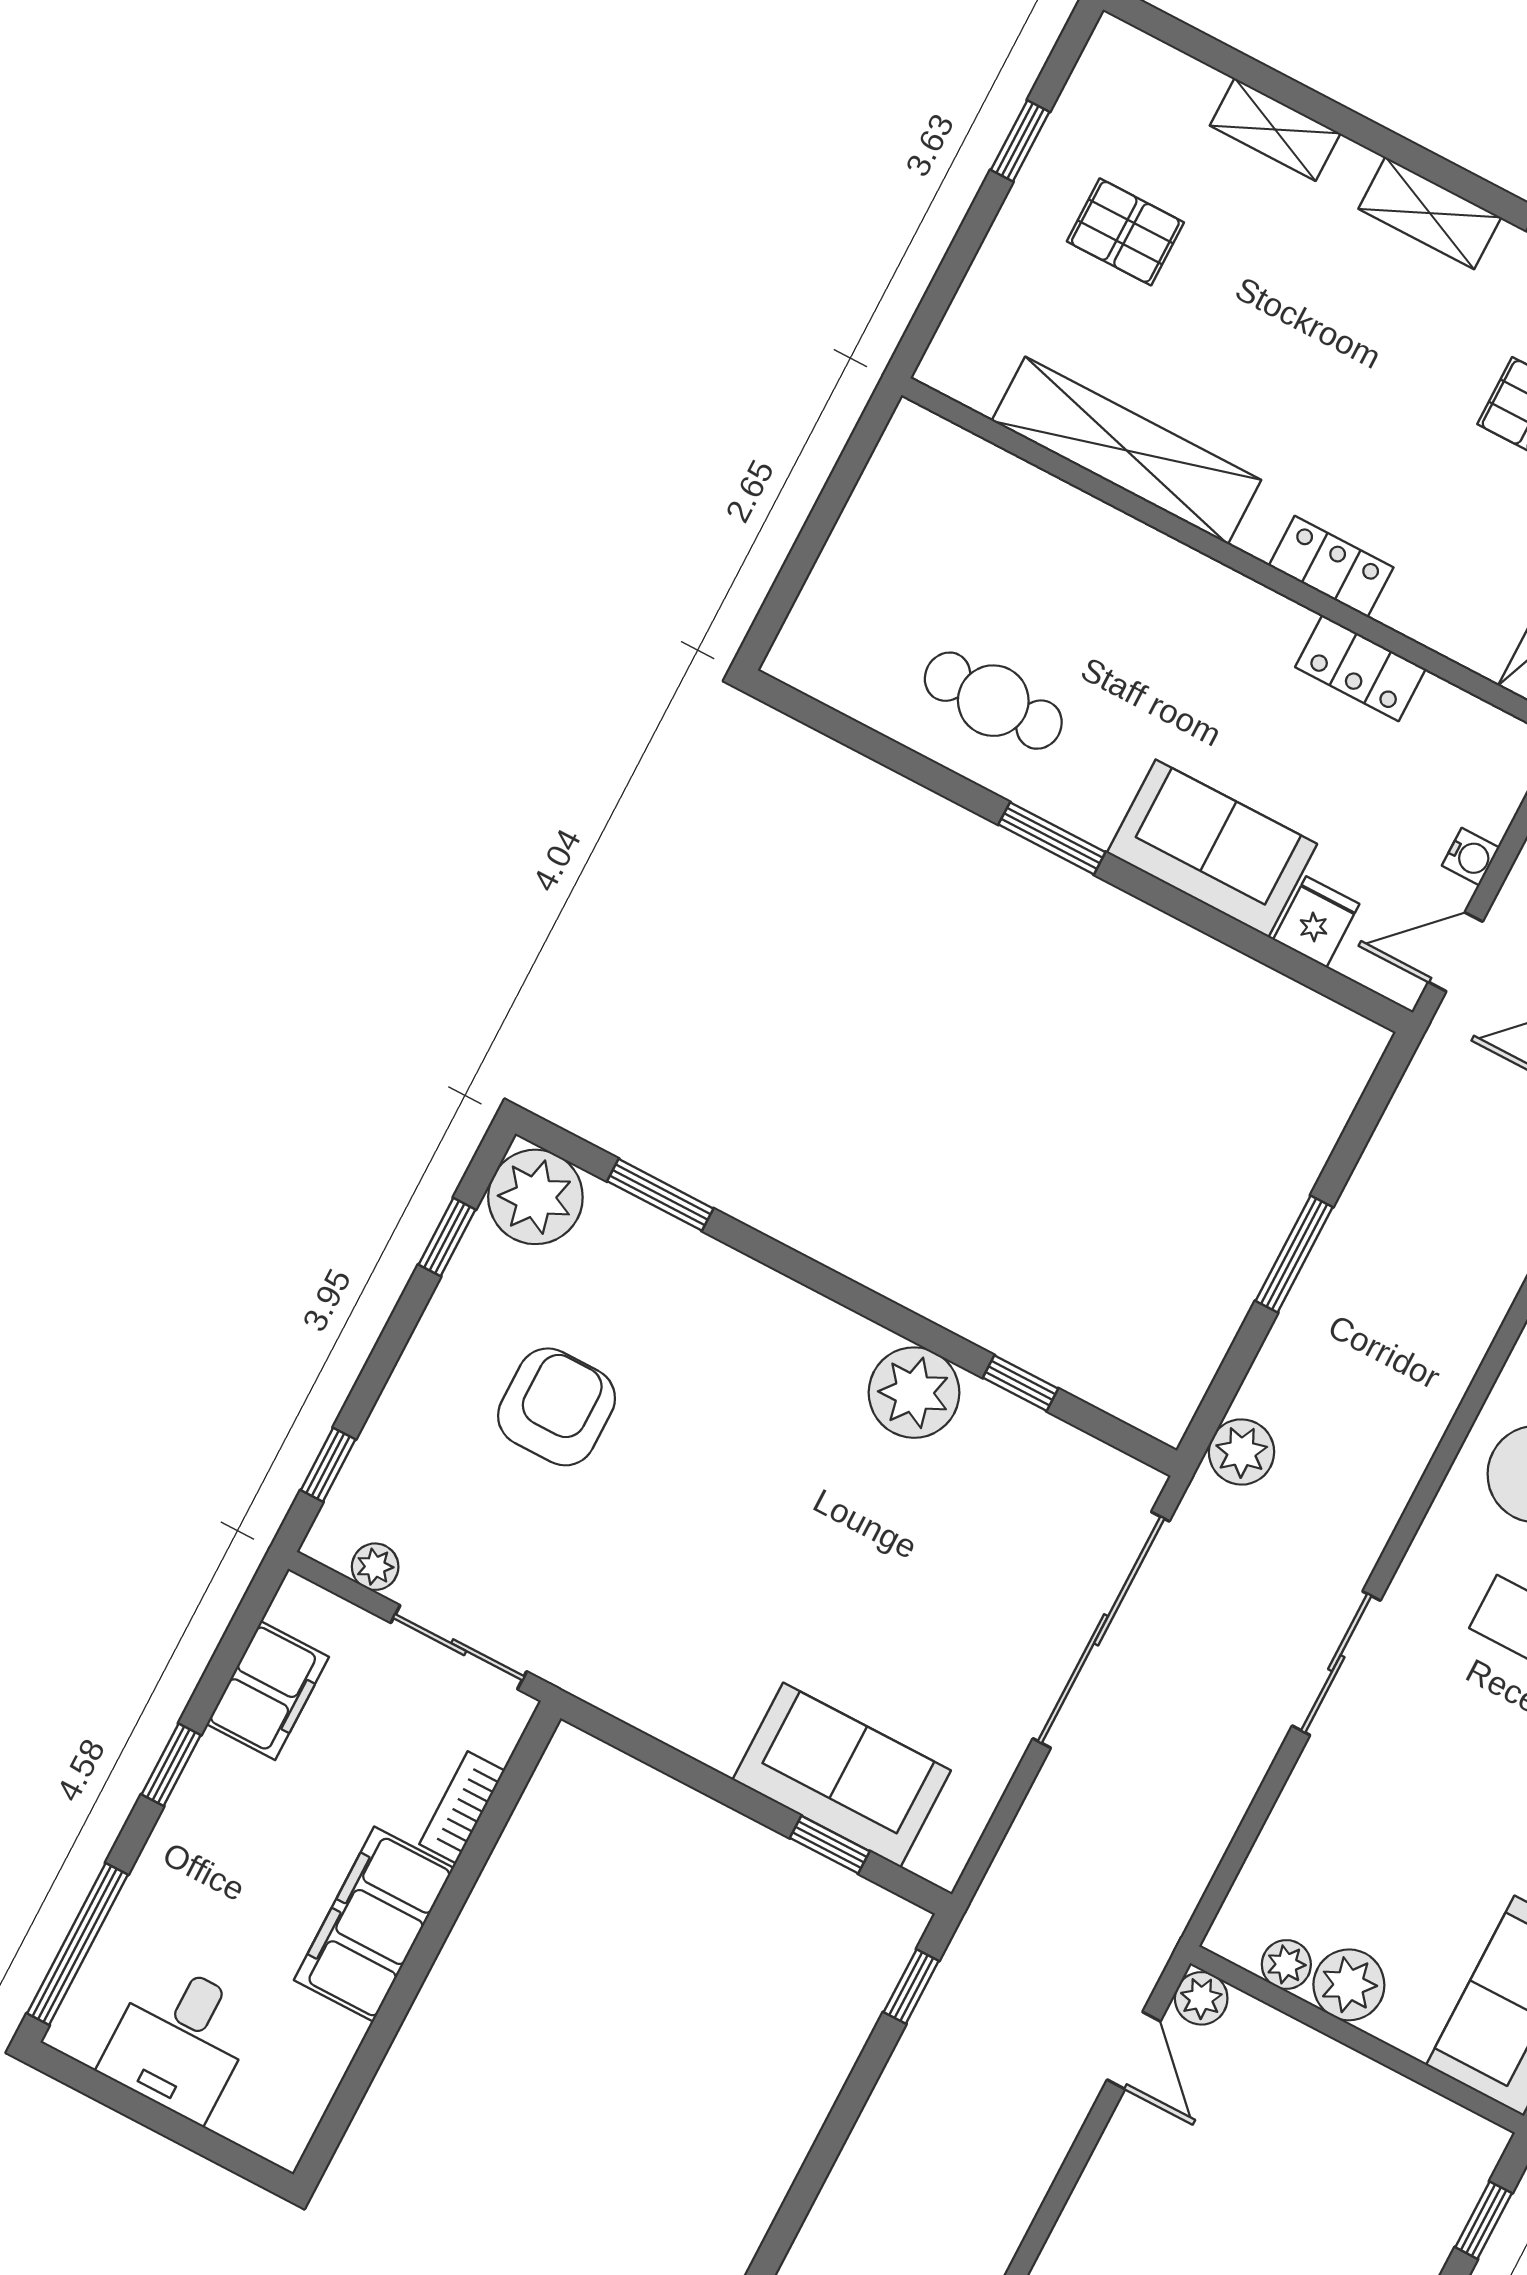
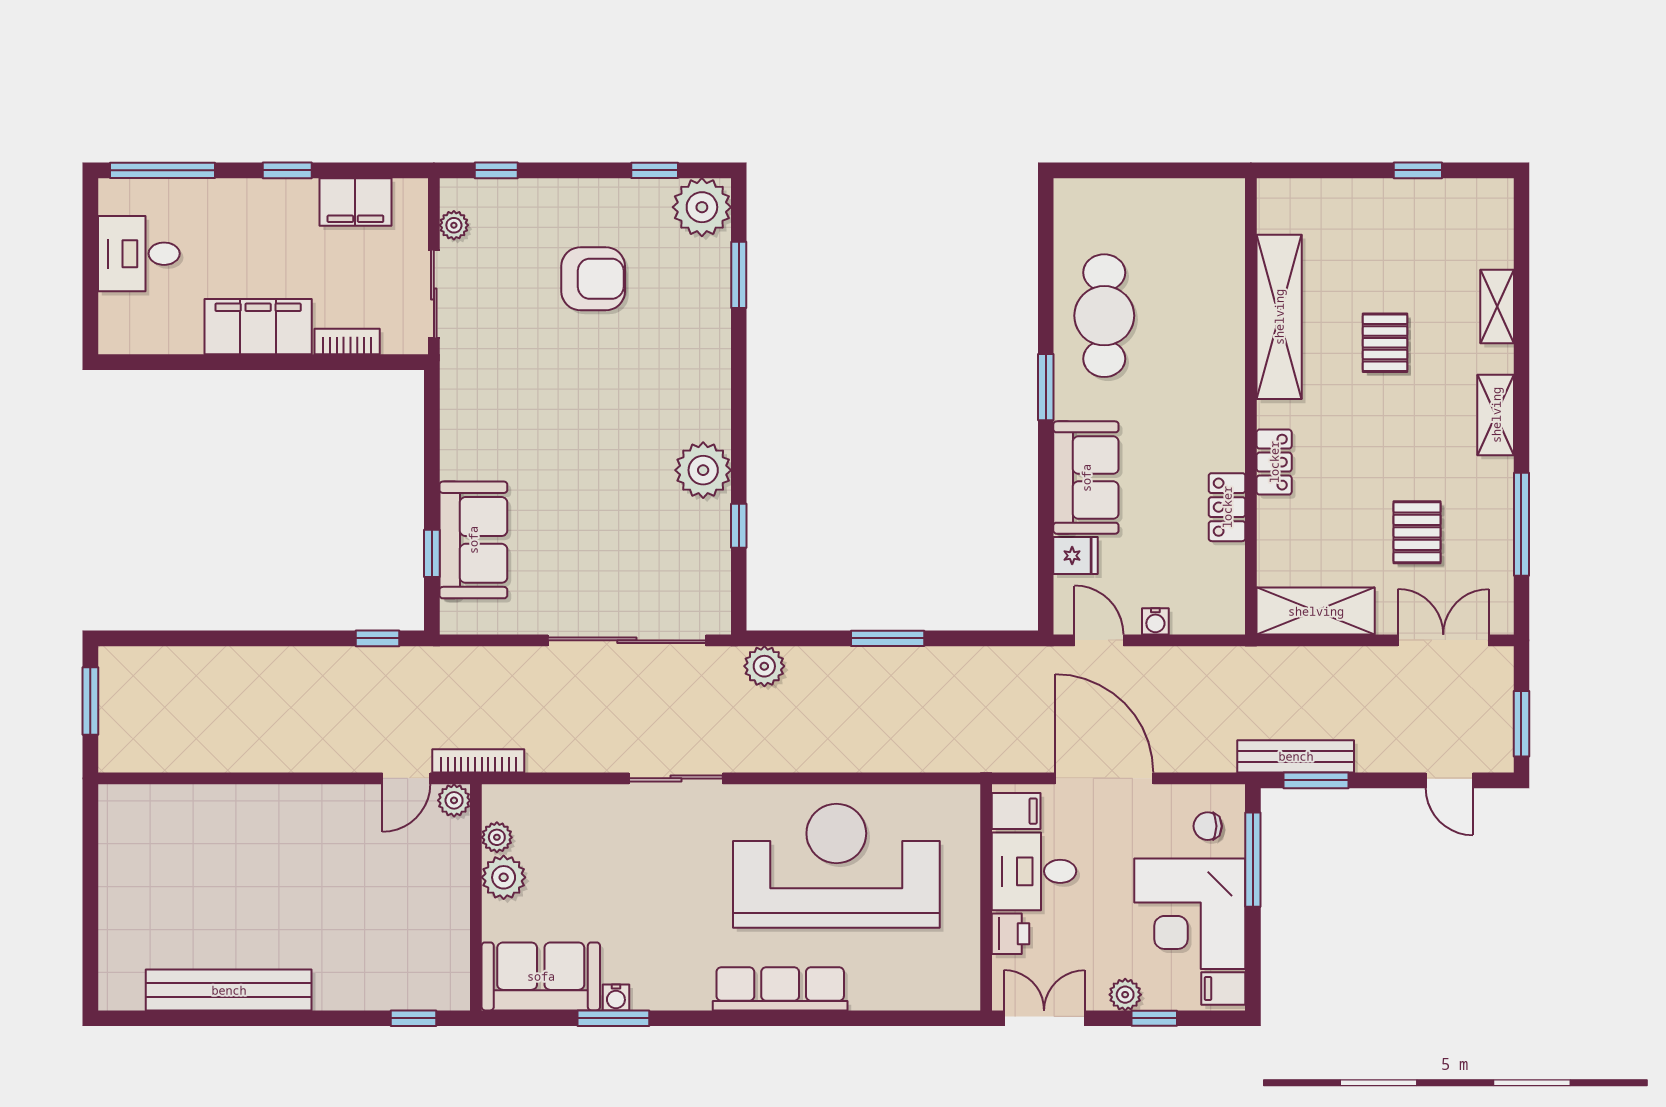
pallet: (1125, 232) -> (1385, 343), moved
cafe table: (993, 701) -> (1104, 316), width x1.37, depth x1.35
bookcase: (1163, 1934) -> (478, 761), added

